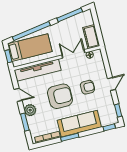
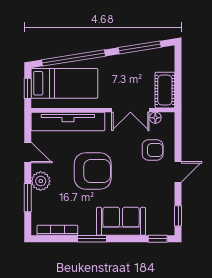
double door: (73, 54) -> (130, 110), swing flipped
armchair: (87, 87) -> (153, 150), moved
sofa: (79, 124) -> (121, 221), width x0.73

